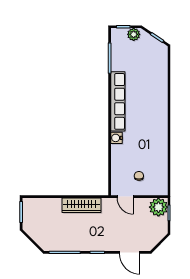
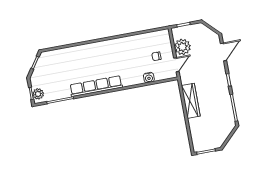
plant: (134, 34) -> (38, 94), moved
water cooler: (117, 138) -> (149, 78), moved
plant: (158, 207) -> (182, 47), moved

